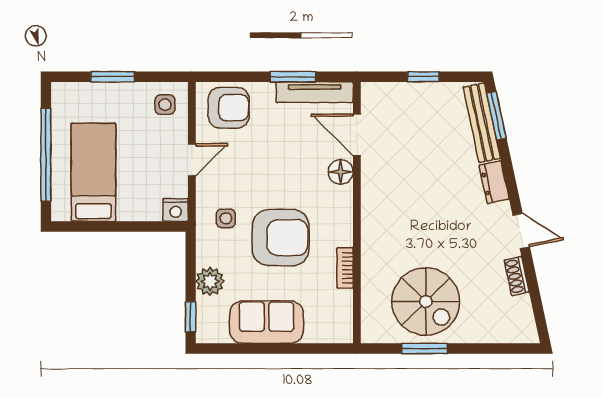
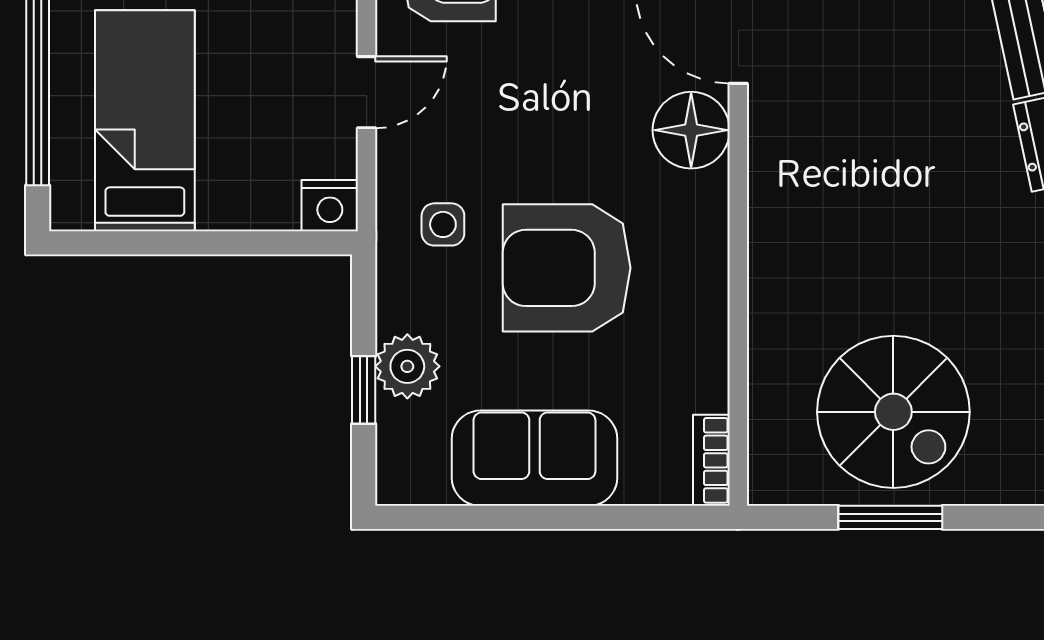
floor lamp: (341, 172) -> (691, 130), width x1.38, depth x1.38
armchair: (281, 238) -> (567, 268), turned 180
bookcase: (345, 268) -> (711, 460), moved
window: (191, 317) -> (364, 390), moved

